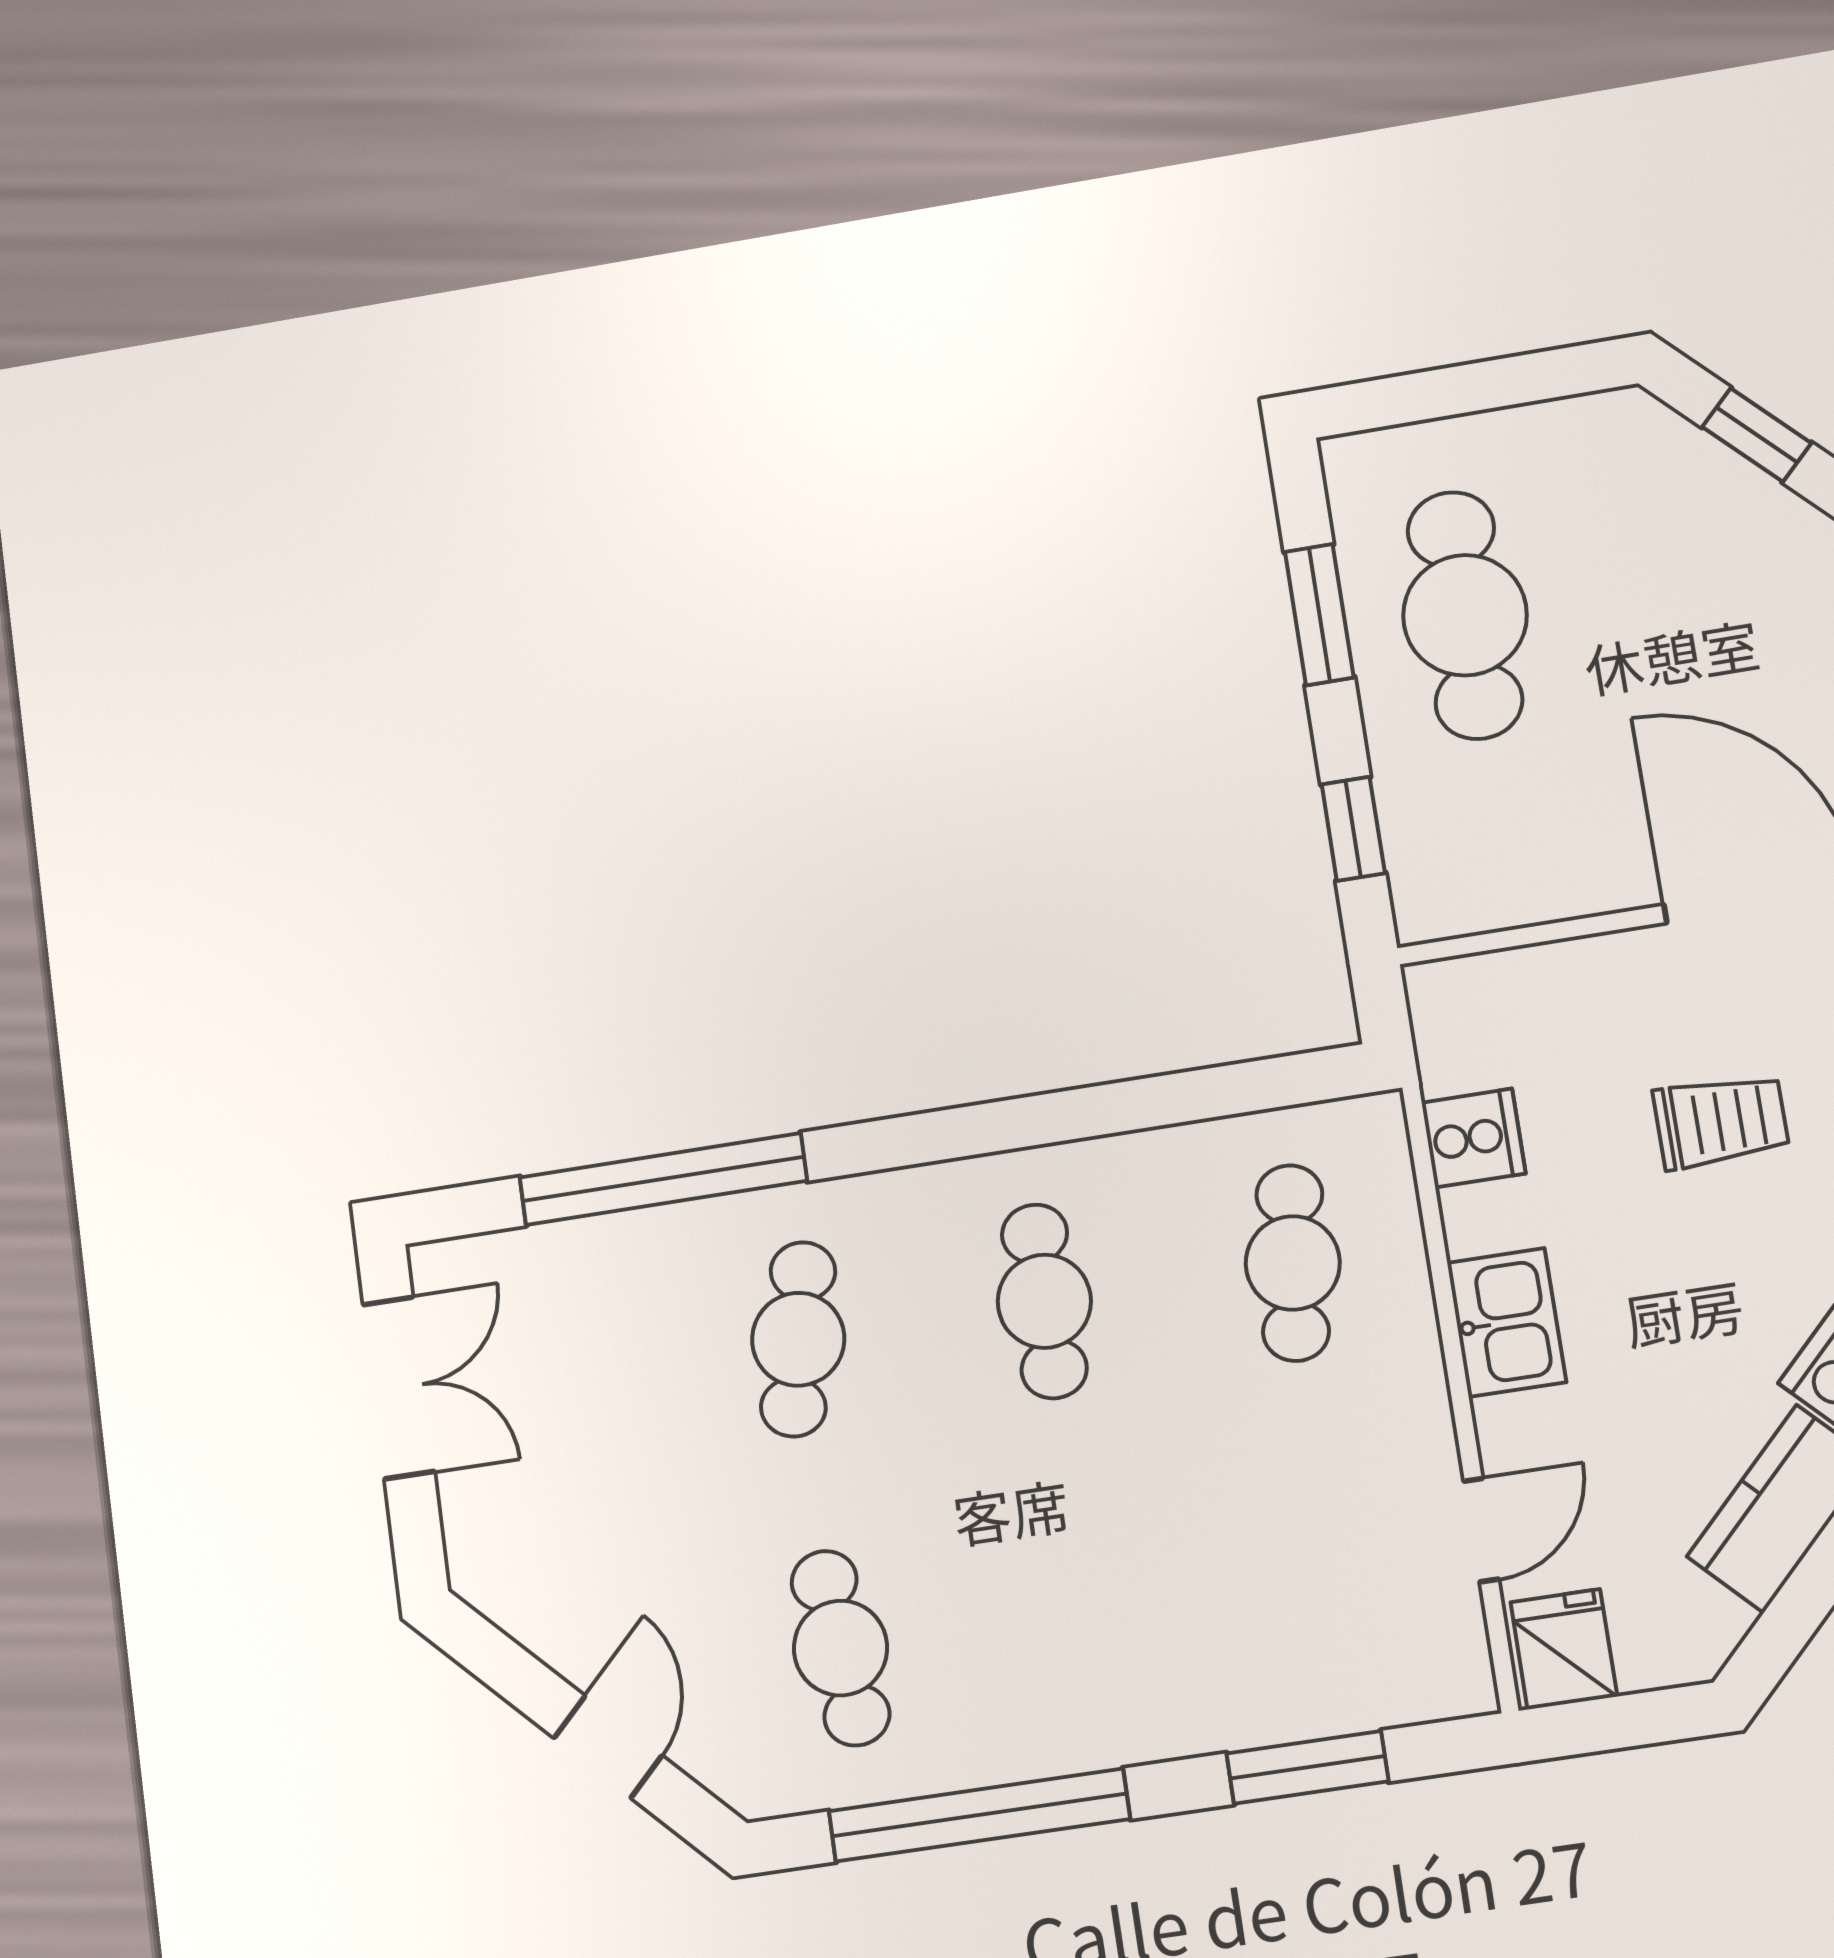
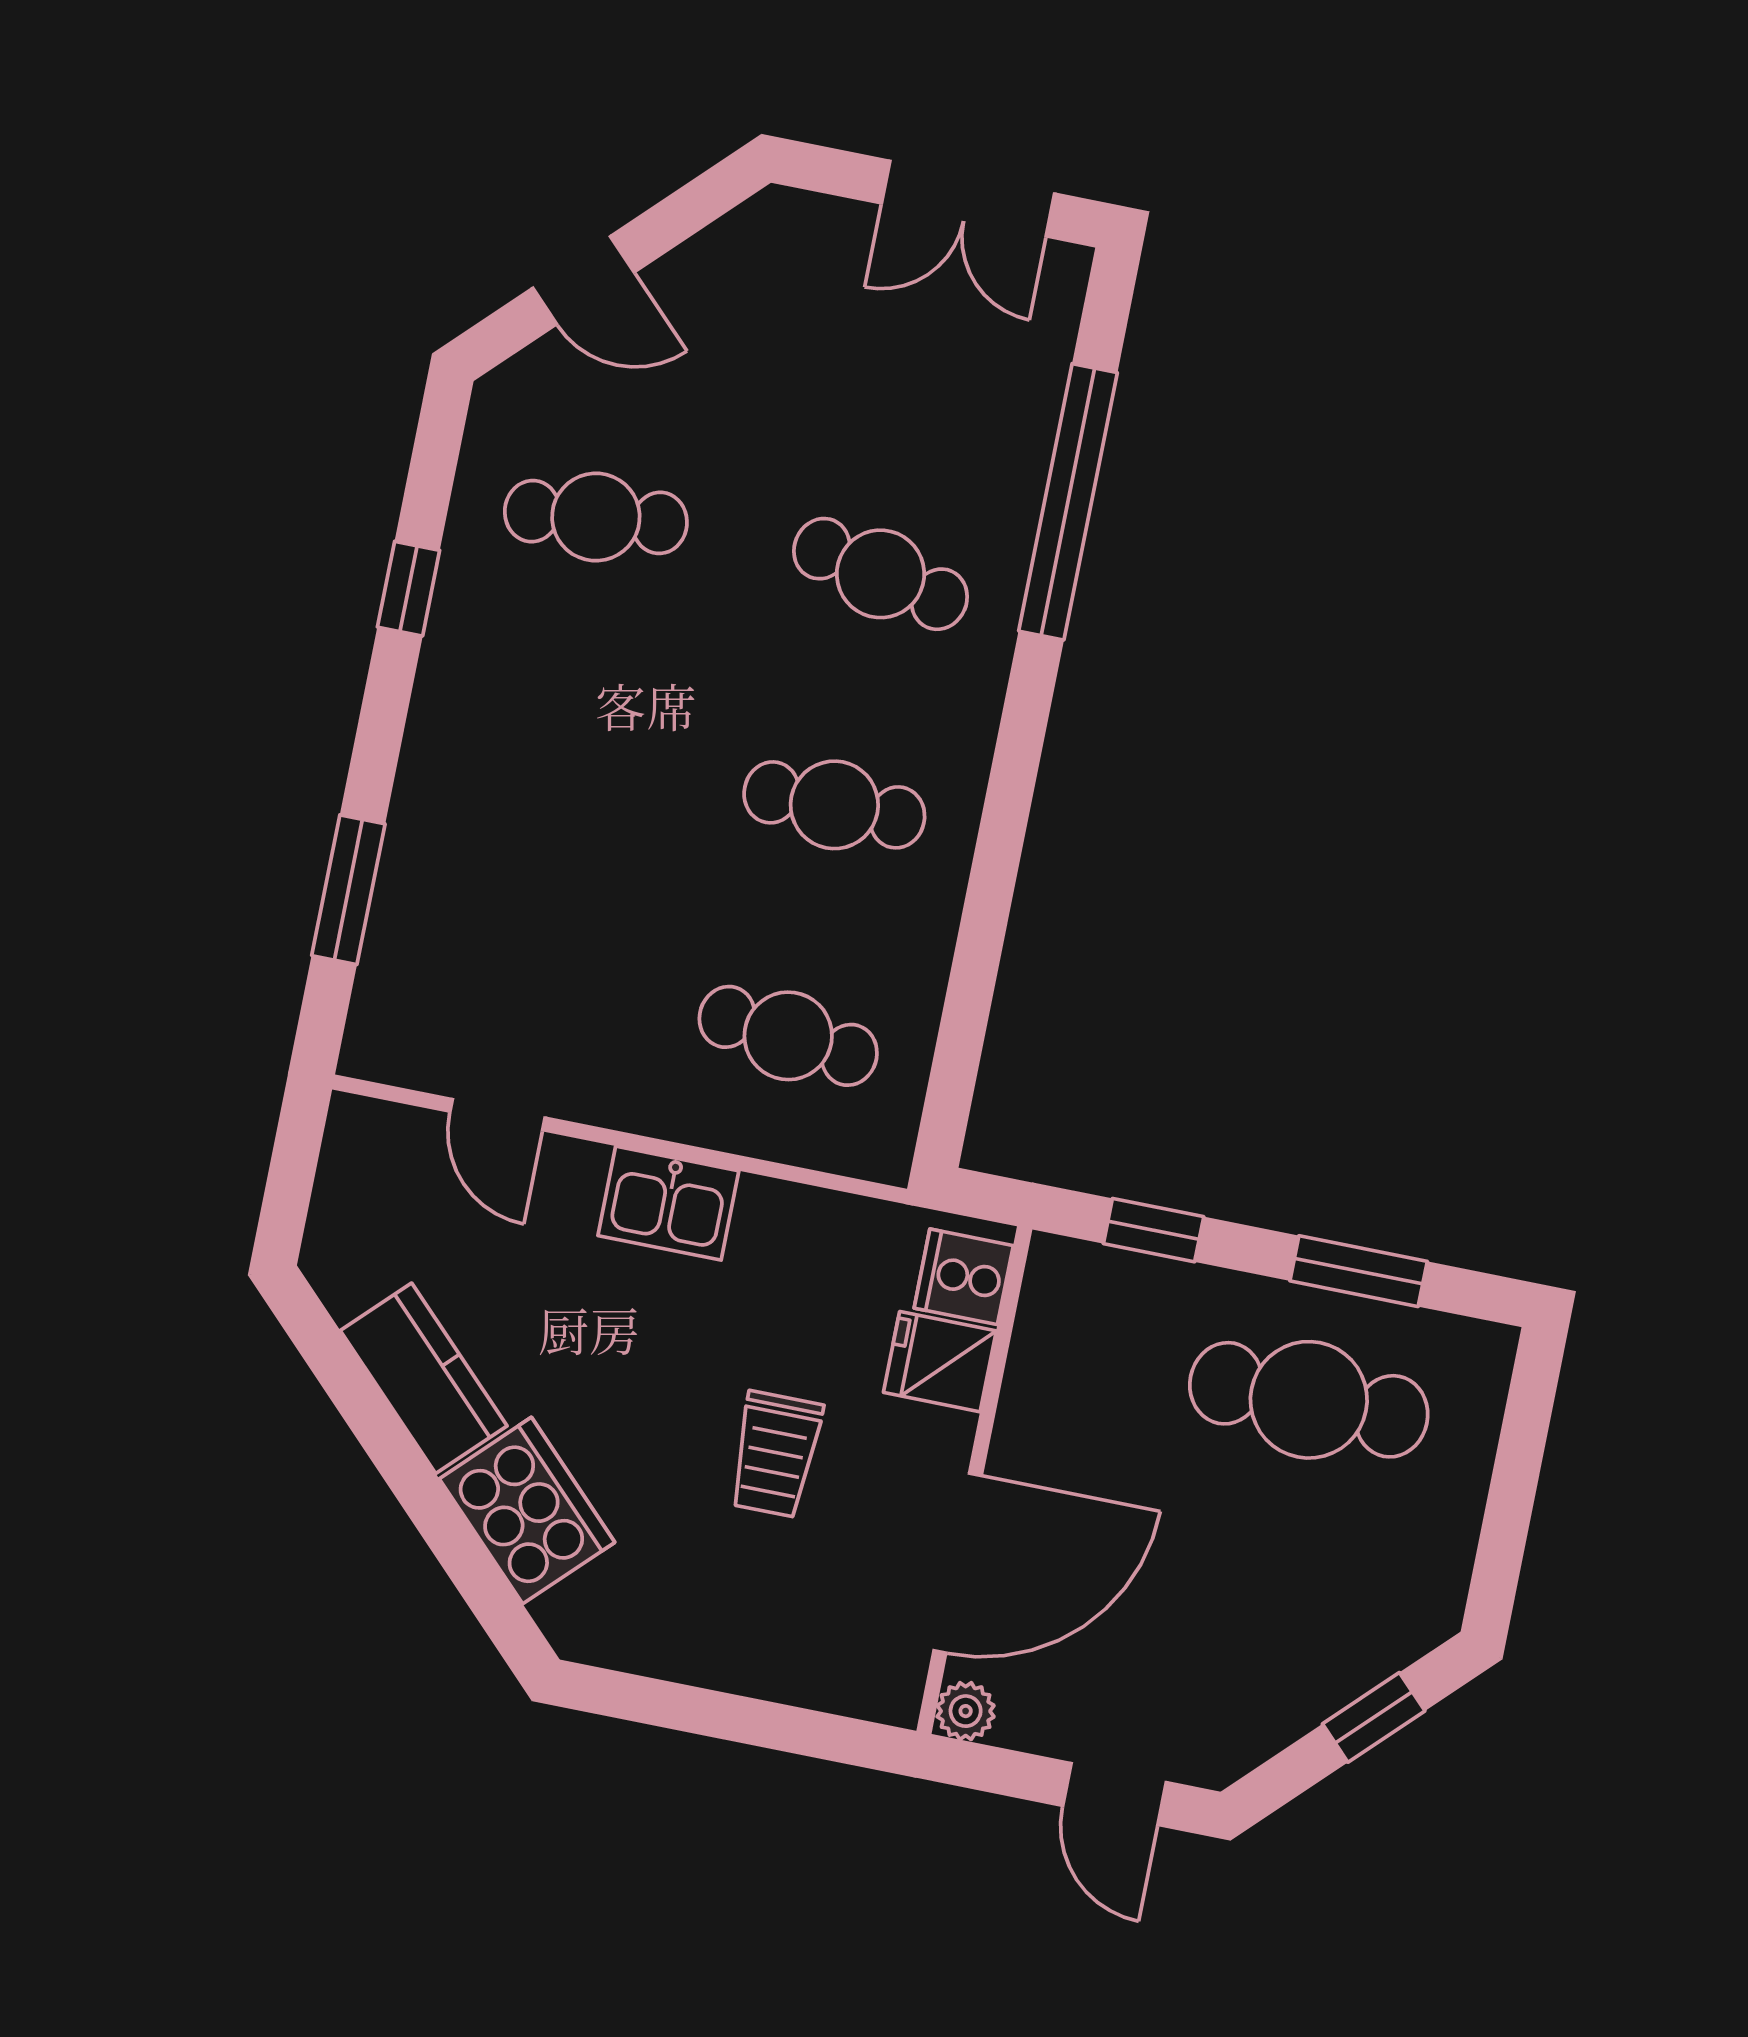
cooker: (1474, 1138) -> (964, 1277), moved, turned 90
fridge: (1564, 1649) -> (940, 1362), moved, turned 180
window: (979, 1815) -> (409, 589), width x0.32

